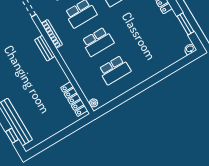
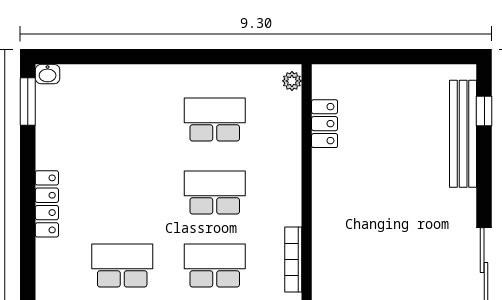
window: (185, 24) -> (28, 102), moved
bench: (45, 48) -> (322, 240), removed
locker: (74, 99) -> (325, 124), width x0.66

